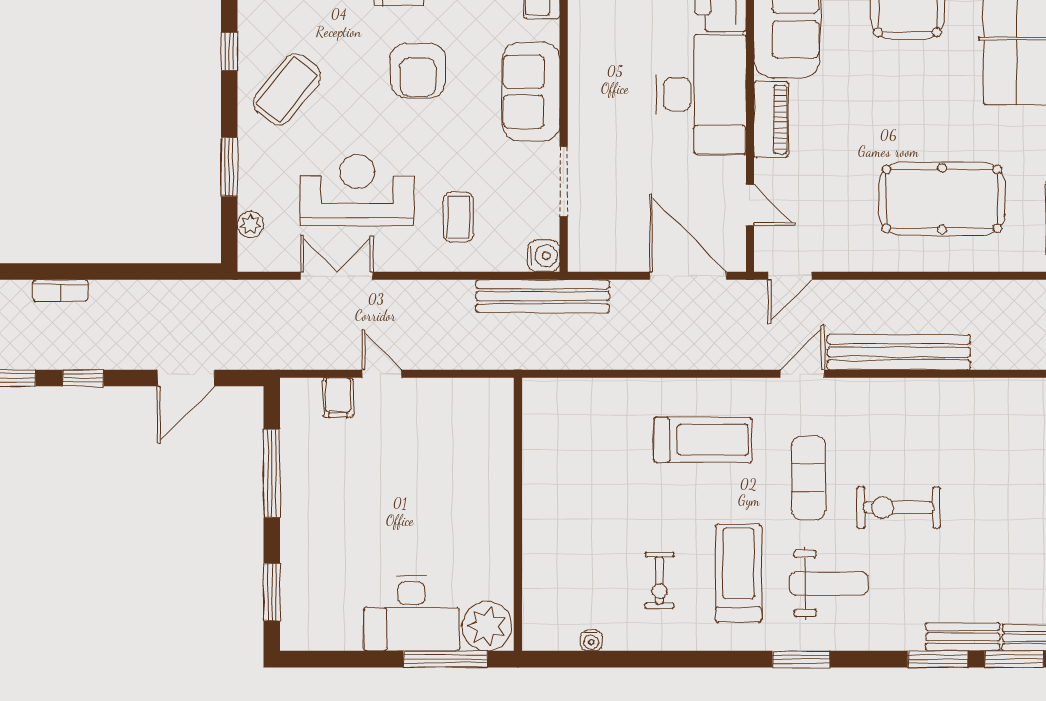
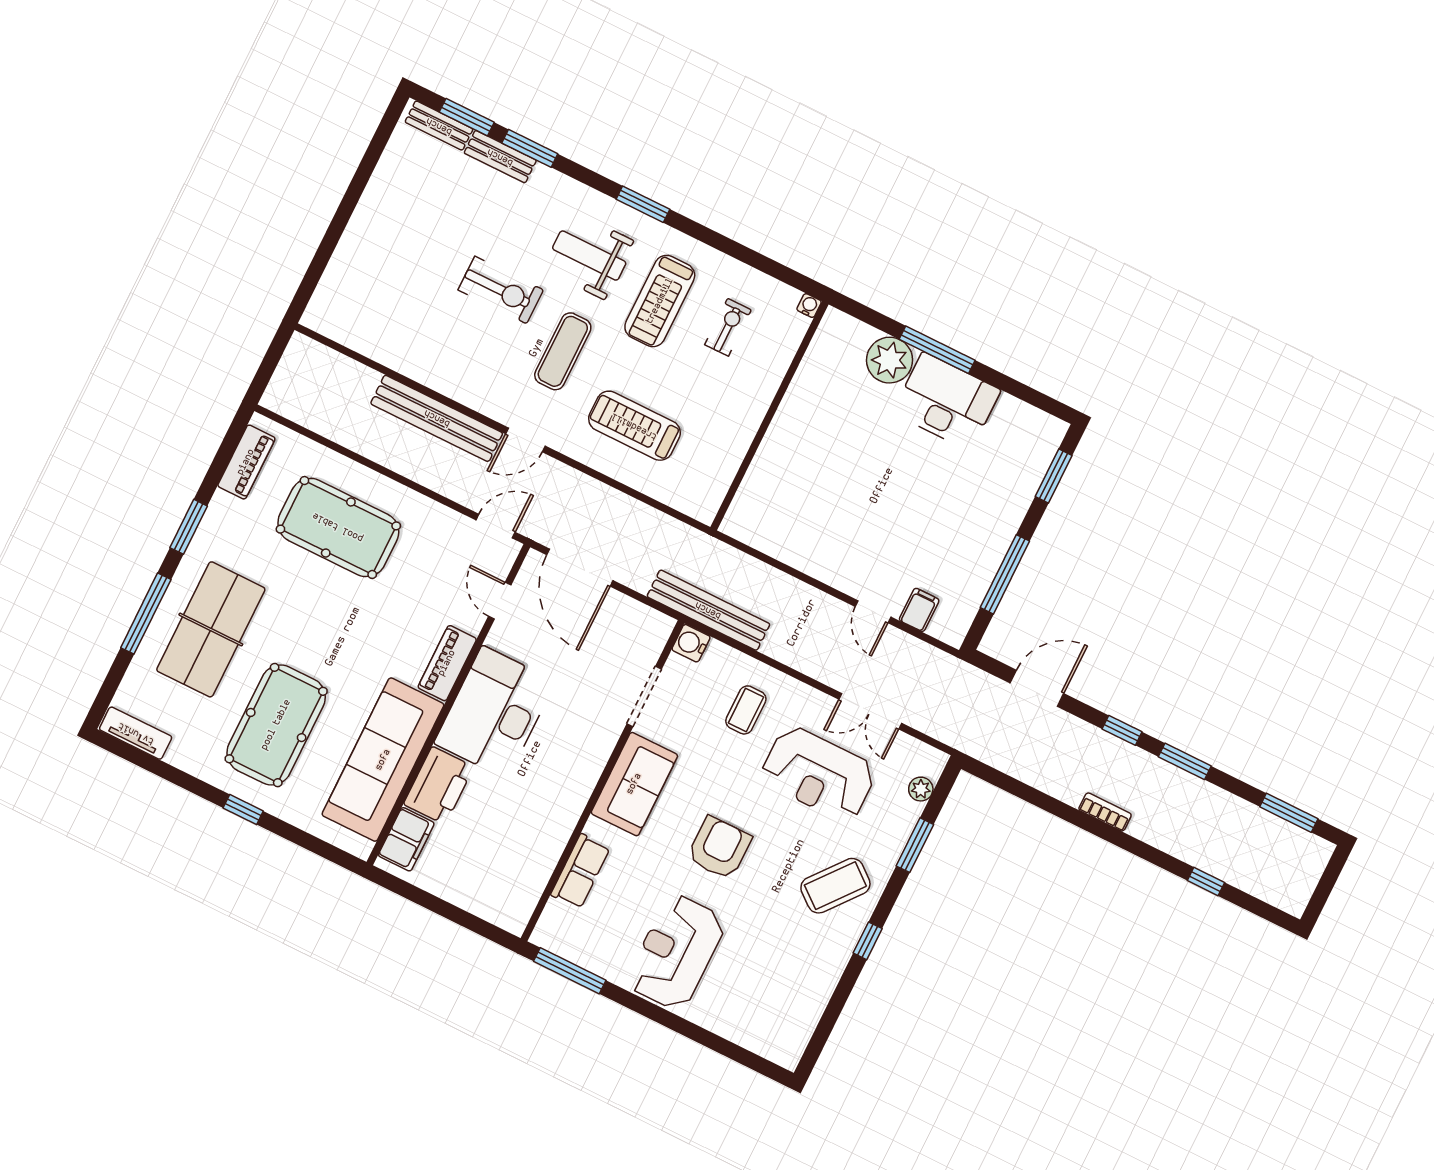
wall: (518, 514) -> (769, 416), moved

